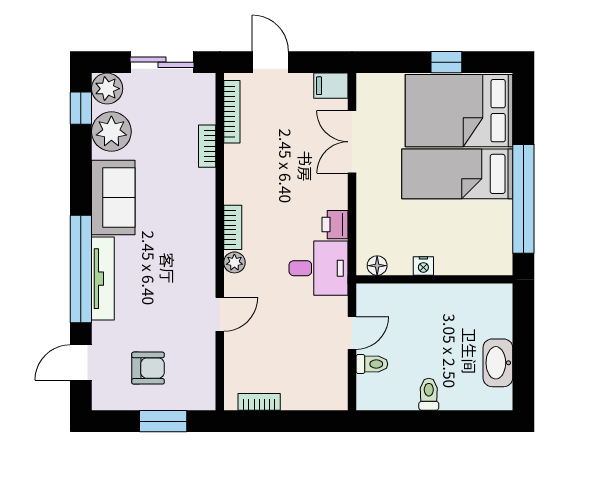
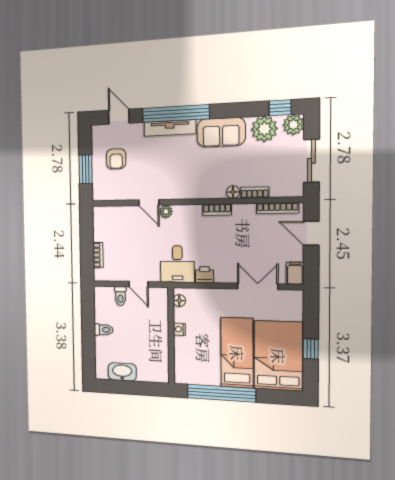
door: (270, 62) -> (311, 233), swing flipped
floor lamp: (206, 179) -> (233, 192), added
bookcase: (233, 227) -> (217, 210), moved
plant: (234, 262) -> (166, 211), moved
bookcase: (259, 402) -> (98, 255), moved

